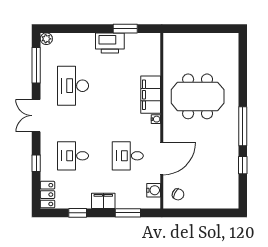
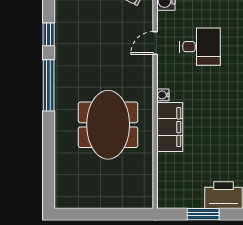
meeting table: (198, 96) -> (108, 125), turned 90
door: (162, 159) -> (155, 43), width x0.53

